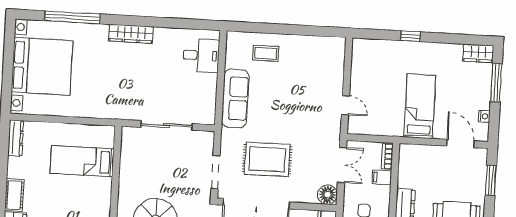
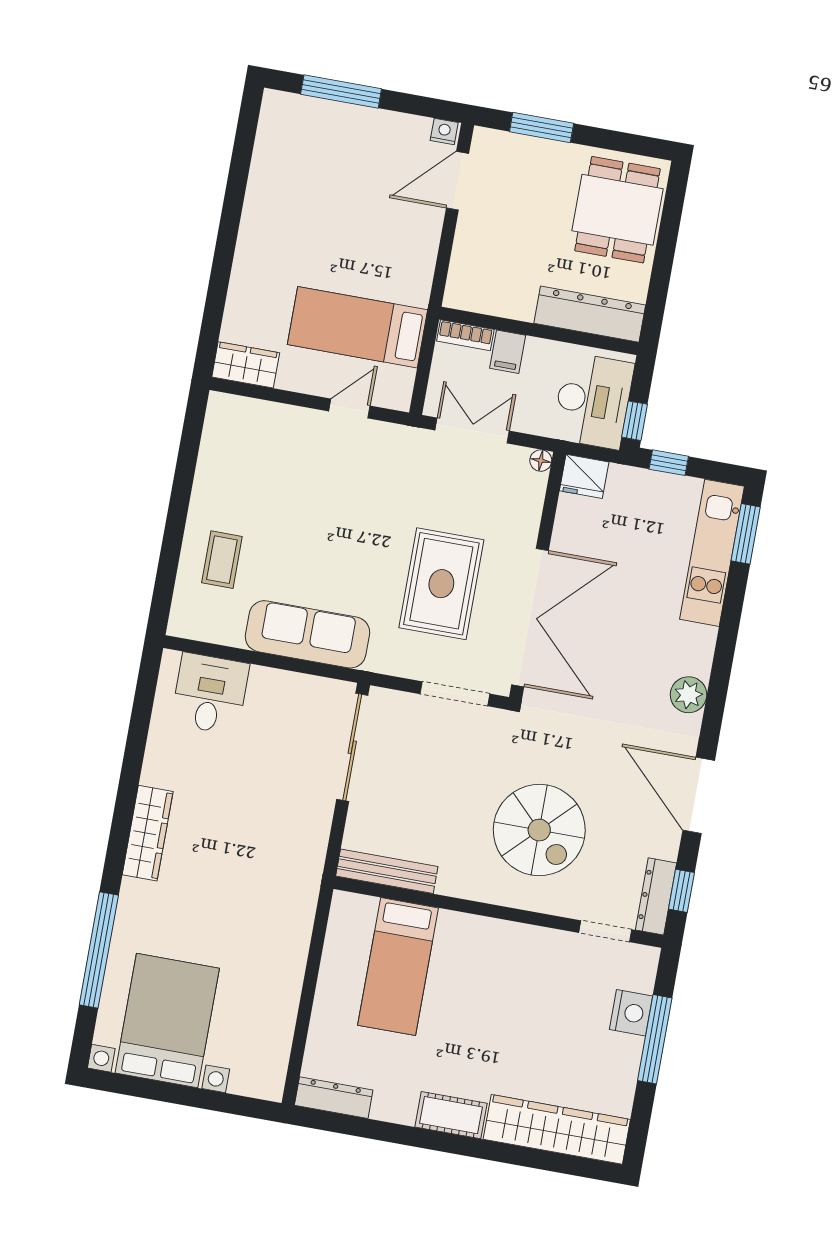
window: (410, 36) -> (224, 257), removed
wardrobe: (478, 53) -> (246, 365), moved, turned -90
bed with nightstands: (42, 66) -> (167, 1021), width x0.73
bed: (420, 106) -> (358, 327), moved
nightstand: (484, 116) -> (444, 131), moved
sliding door: (167, 125) -> (352, 747), moved
bench: (127, 150) -> (387, 871), added
floor lamp: (327, 195) -> (541, 461), width x0.53, depth x0.53

